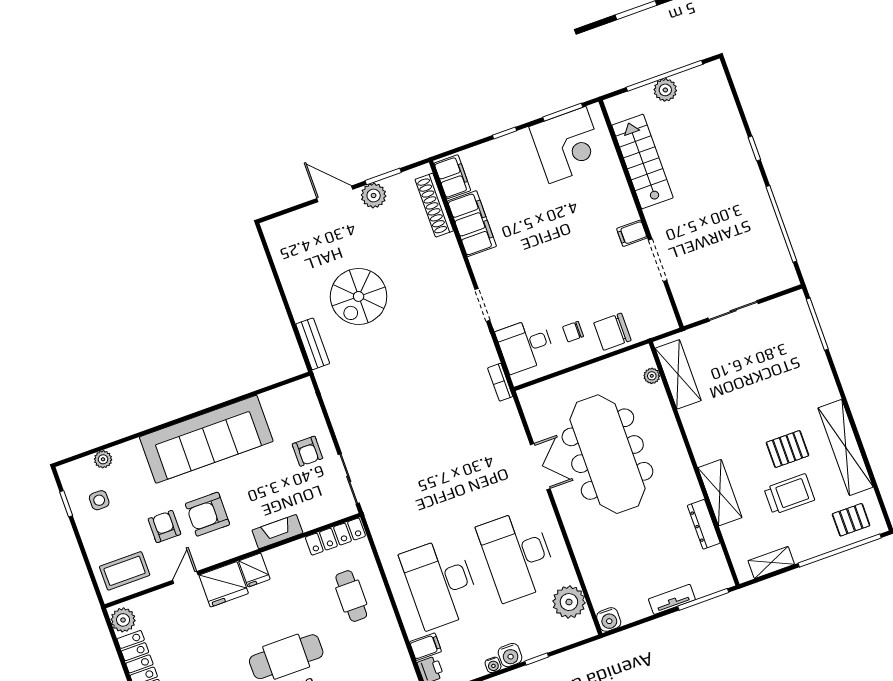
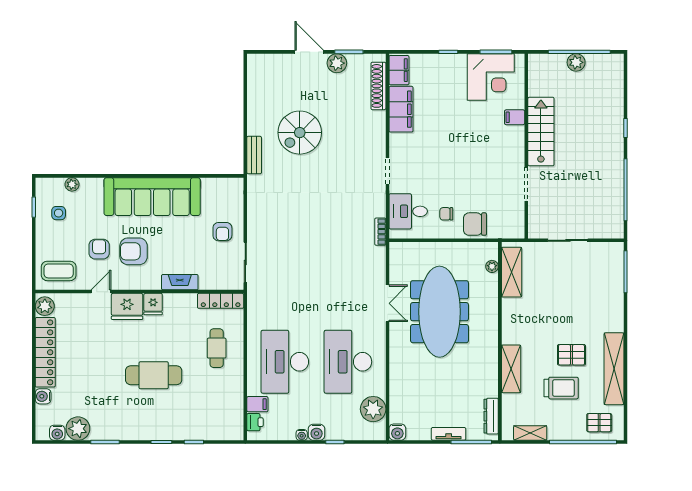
stairs: (642, 162) -> (541, 132), moved
filing cabinet: (632, 233) -> (515, 117), moved
dresser: (704, 524) -> (491, 416), moved

